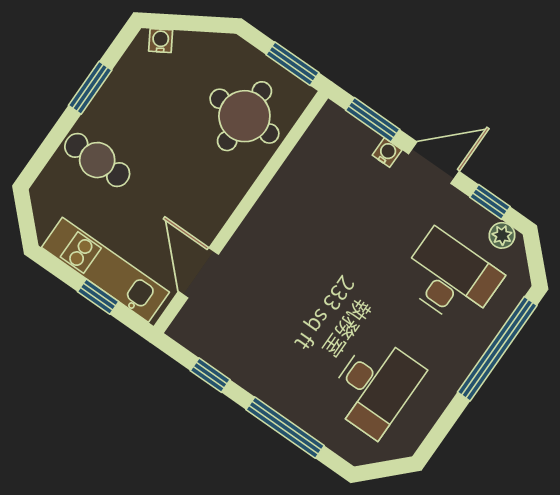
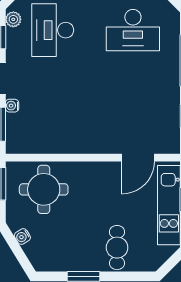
water cooler: (161, 41) -> (22, 237), moved
desk: (375, 386) -> (133, 30), turned 180

